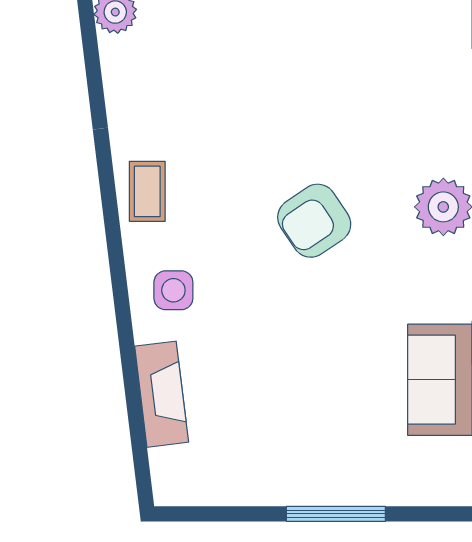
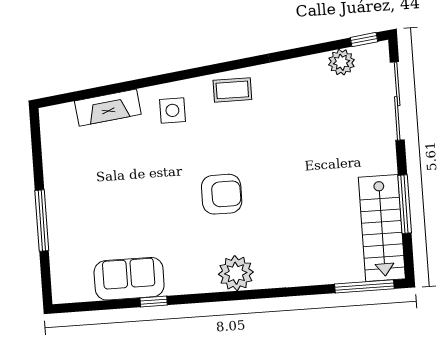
armchair: (314, 221) -> (222, 194), turned 124

